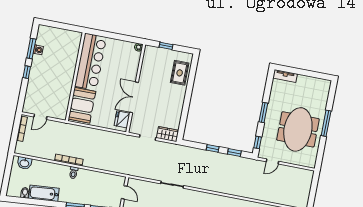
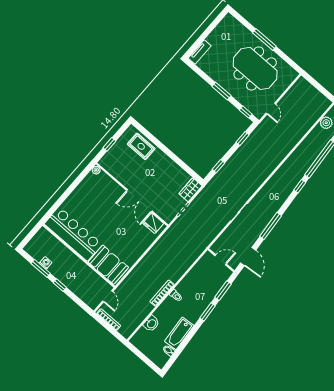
bar counter: (91, 62) -> (73, 234), moved
wall: (75, 77) -> (79, 256), moved
booth: (82, 105) -> (108, 265), moved
window: (213, 148) -> (219, 166), moved
washbasin: (24, 163) -> (151, 324), moved

